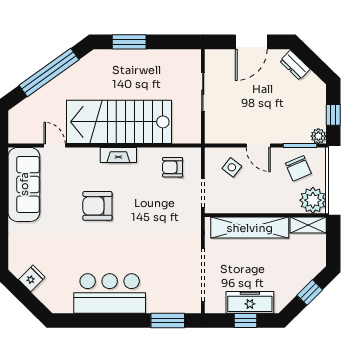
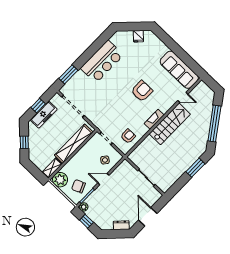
stairs: (119, 122) -> (170, 124), width x0.73, depth x0.66

